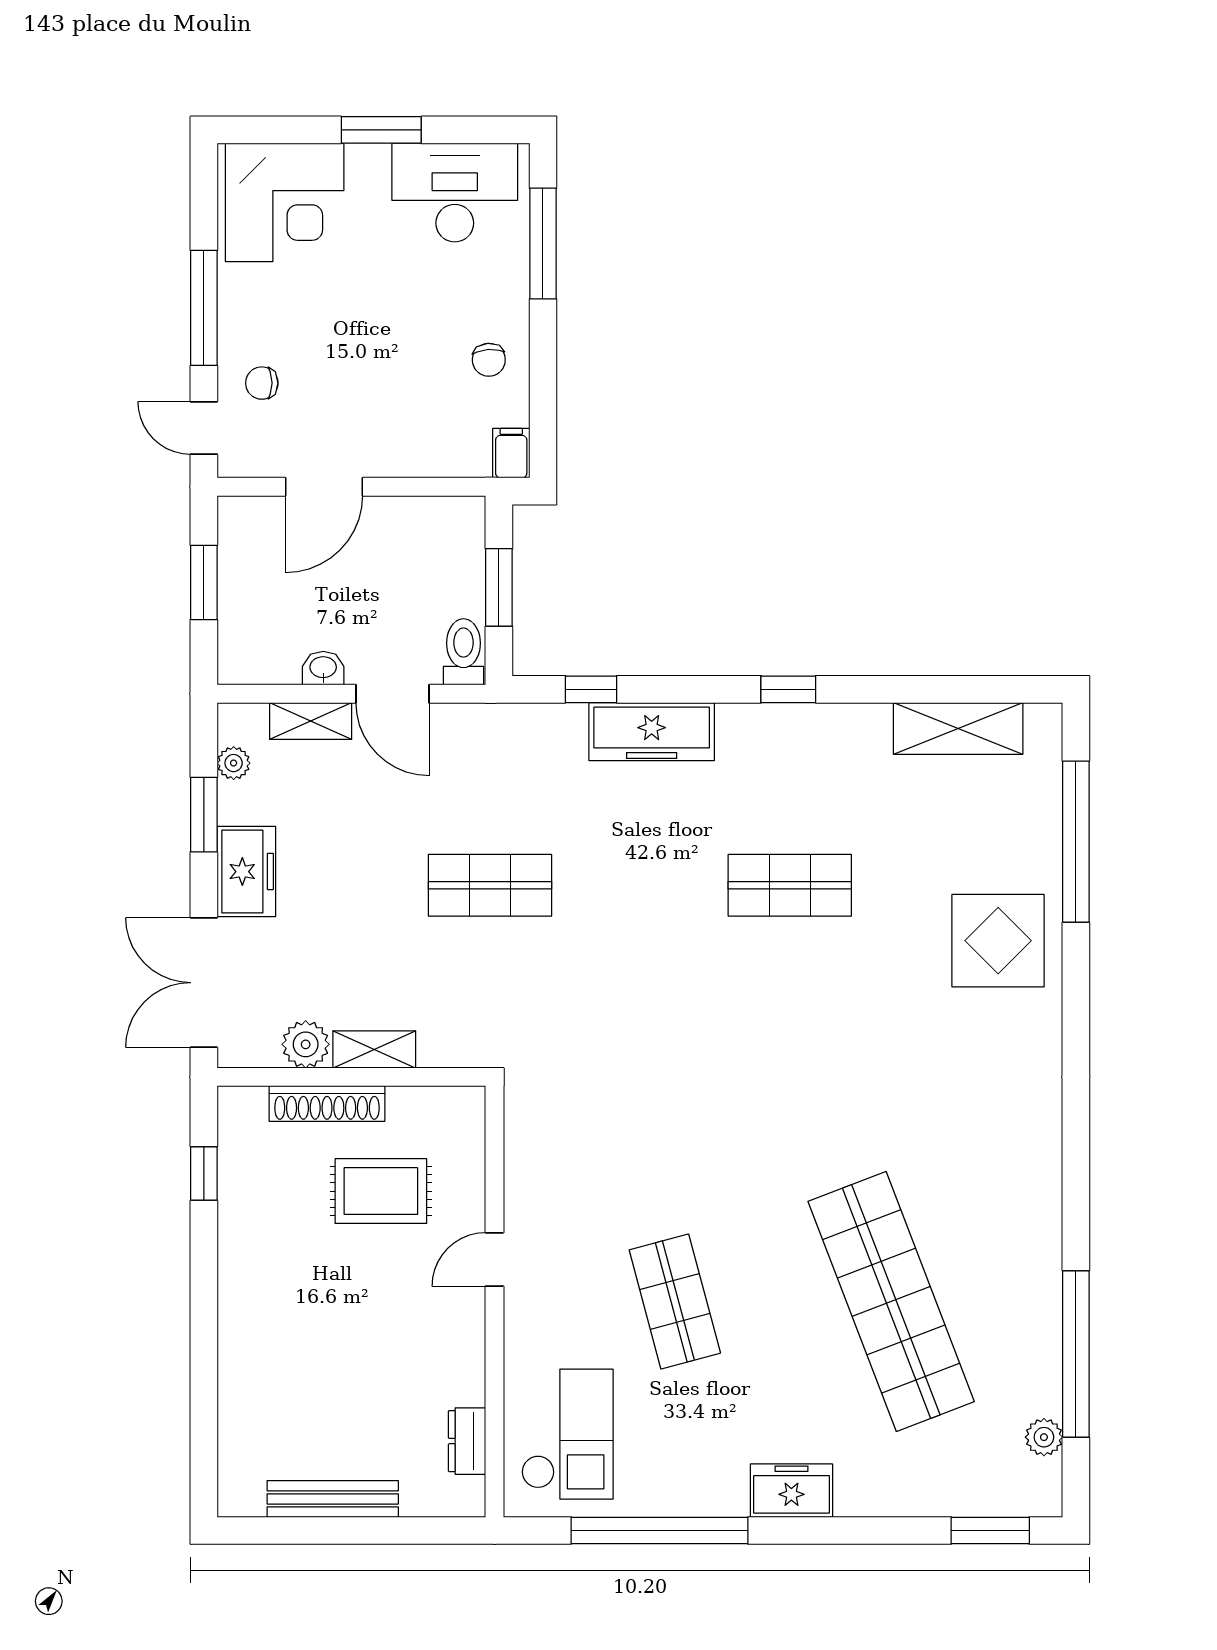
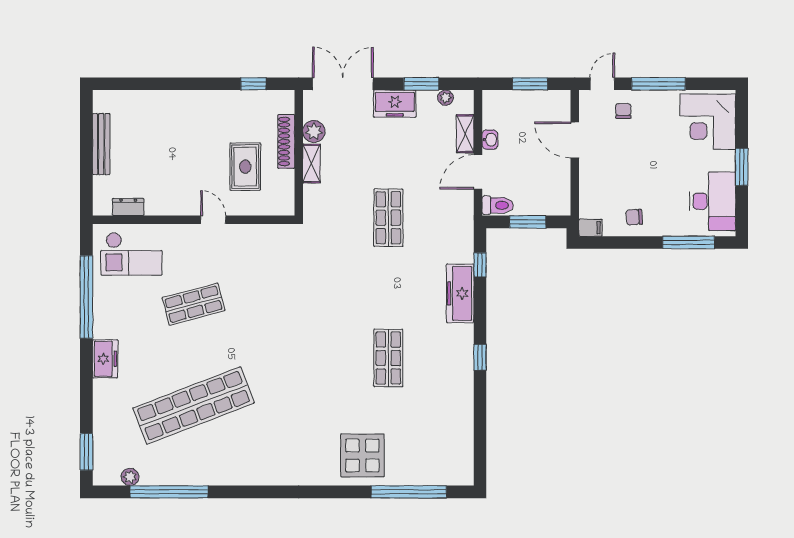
shelving: (958, 728) -> (462, 437), removed

